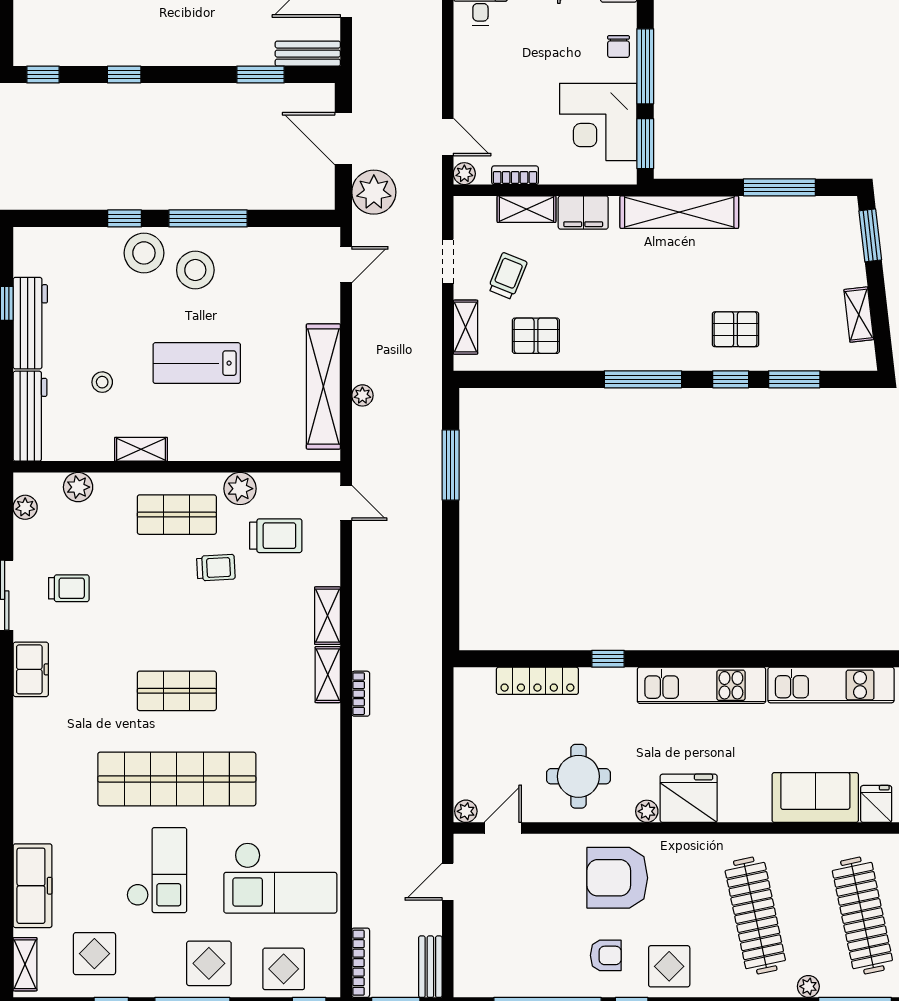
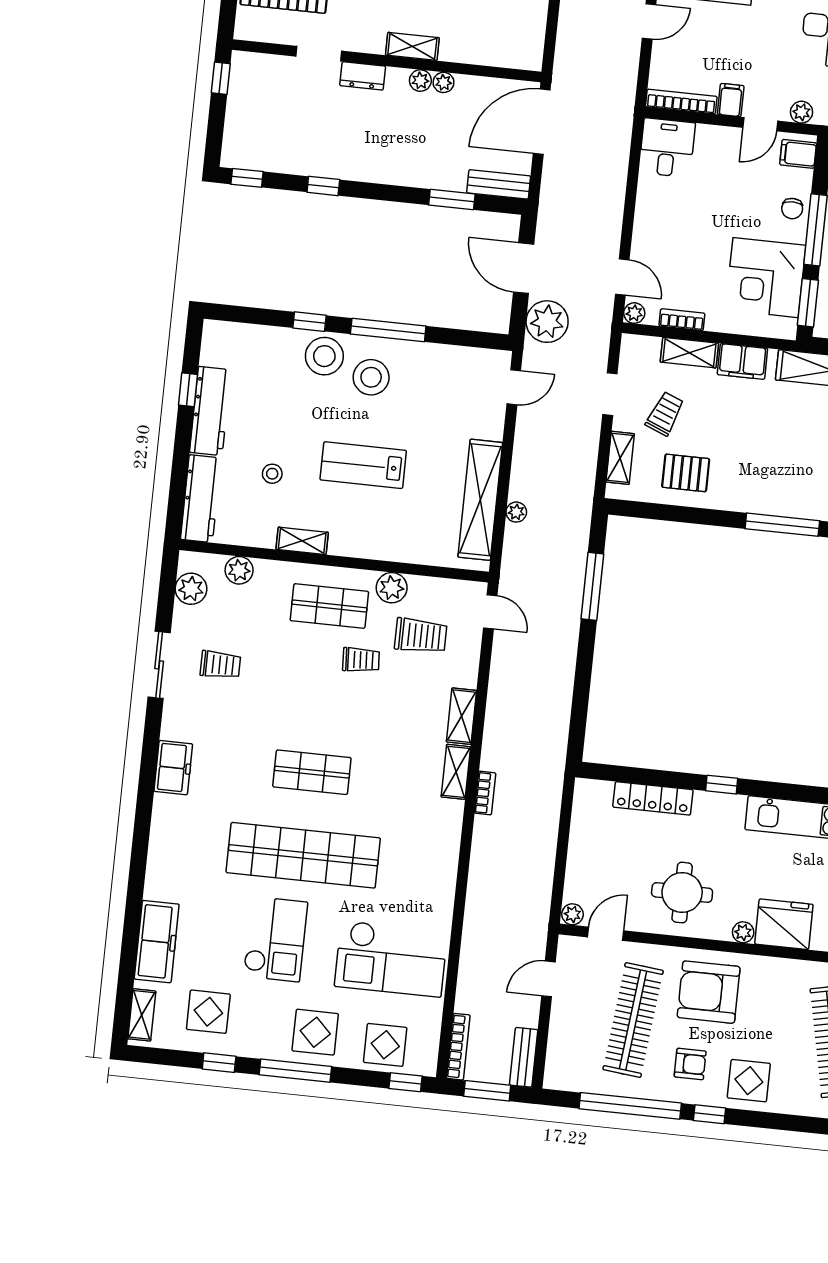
plant: (25, 507) -> (191, 589), width x1.38, depth x1.38
freezer: (31, 669) -> (173, 768), moved
clothes rail: (541, 916) -> (633, 1020), added

